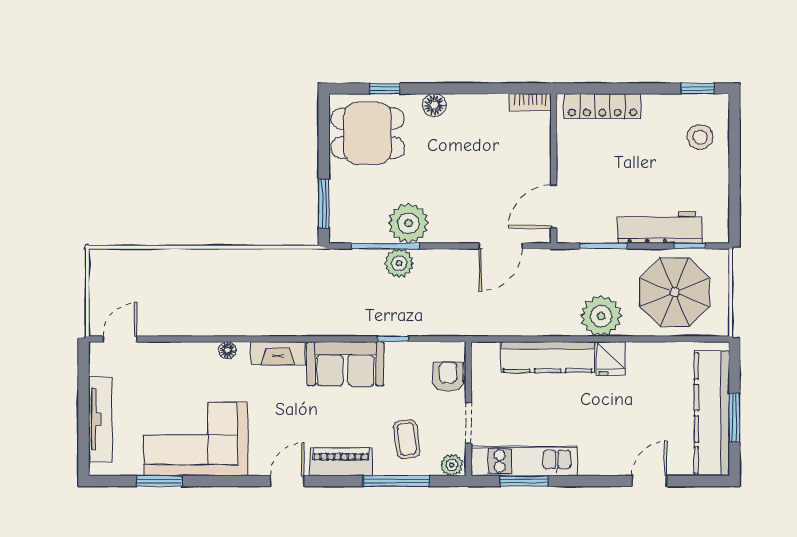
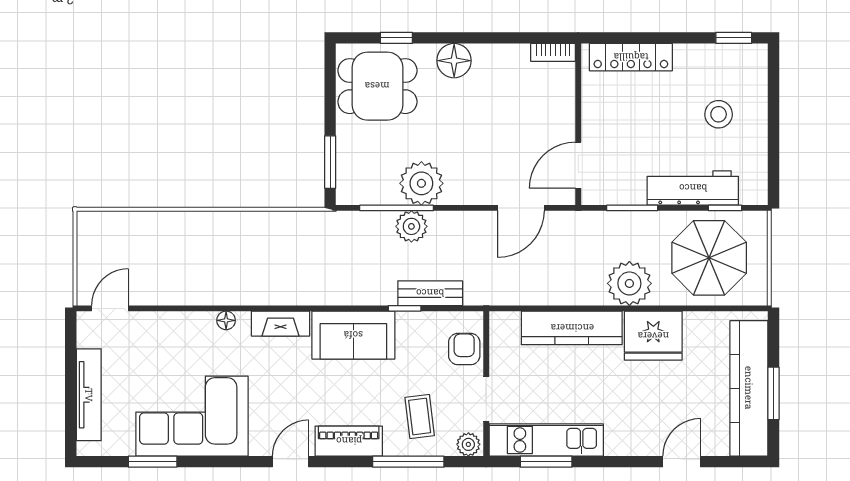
floor lamp: (434, 105) -> (454, 61), width x1.38, depth x1.38
stool: (700, 137) -> (719, 114), moved
bench: (417, 325) -> (430, 293), added
fridge: (611, 358) -> (653, 336), width x1.88, depth x1.34

